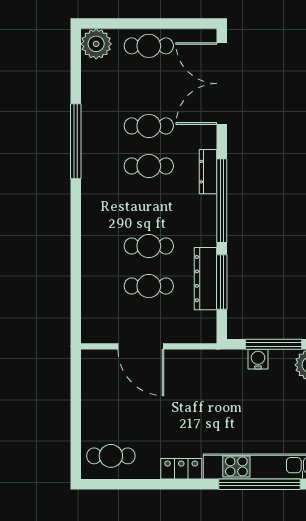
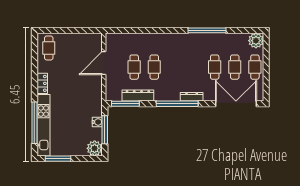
cafe table: (149, 166) -> (235, 67), moved
window: (222, 282) -> (125, 104), moved

